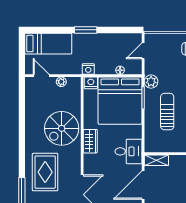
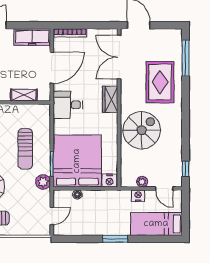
nightstand: (88, 69) -> (138, 196), moved
window: (22, 93) -> (186, 169), added
wardrobe: (90, 141) -> (110, 99), moved
shelving: (156, 160) -> (24, 95), moved

